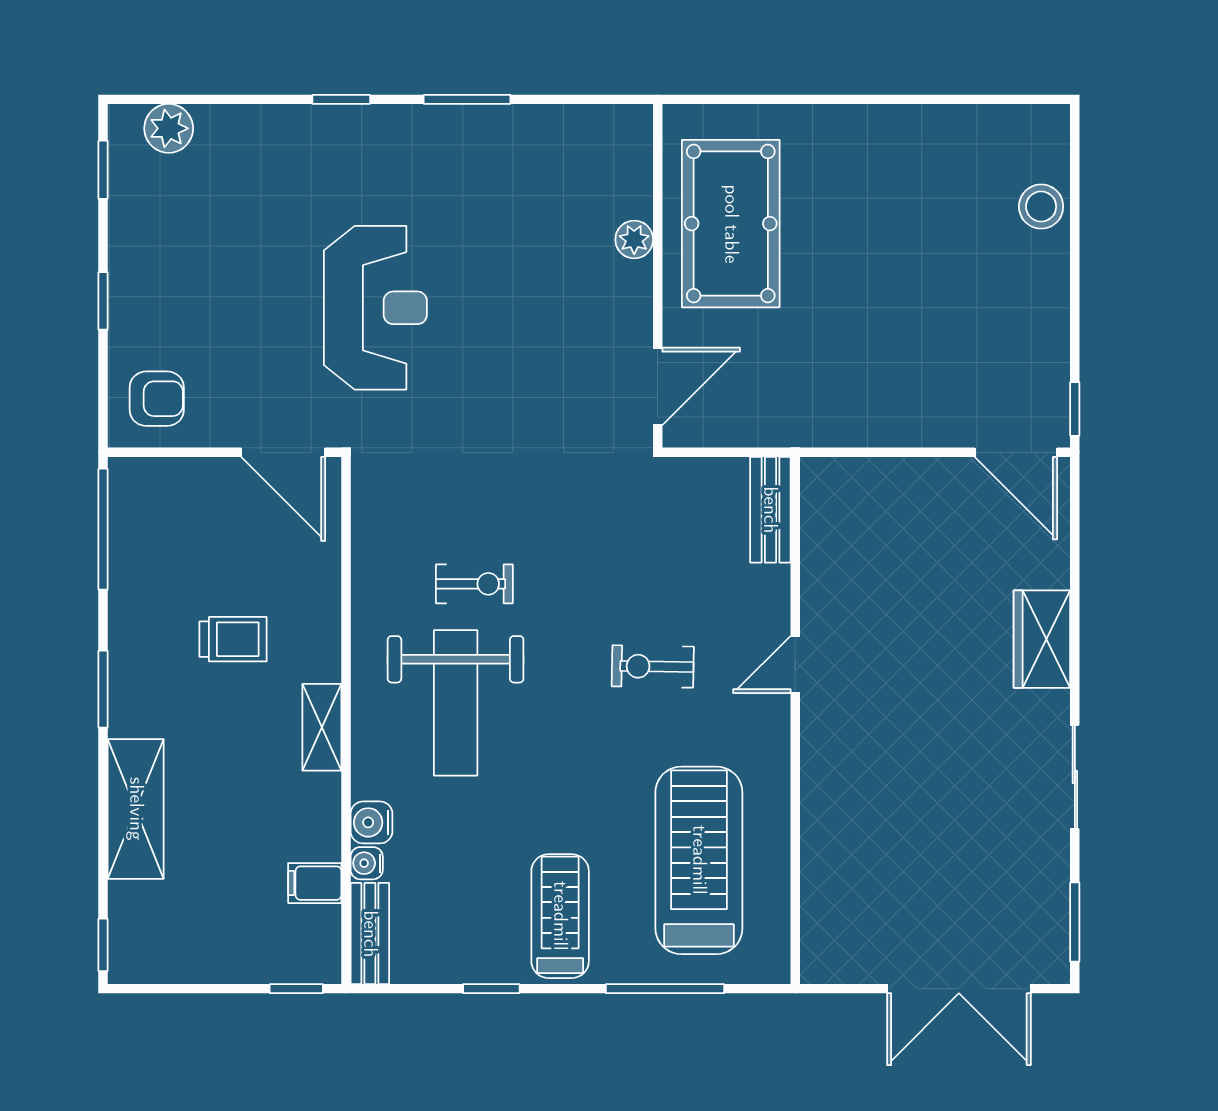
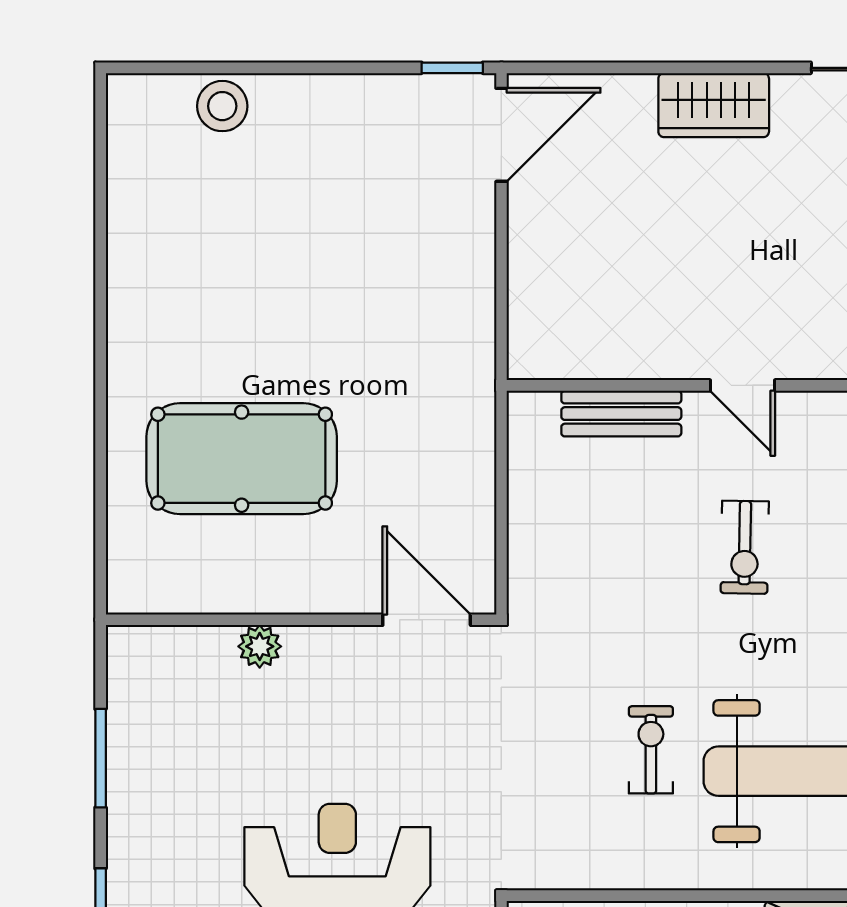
plant: (634, 239) -> (260, 646), moved
wall: (658, 276) -> (301, 620), moved
door: (658, 386) -> (427, 620), moved
bench: (770, 510) -> (621, 414), moved

